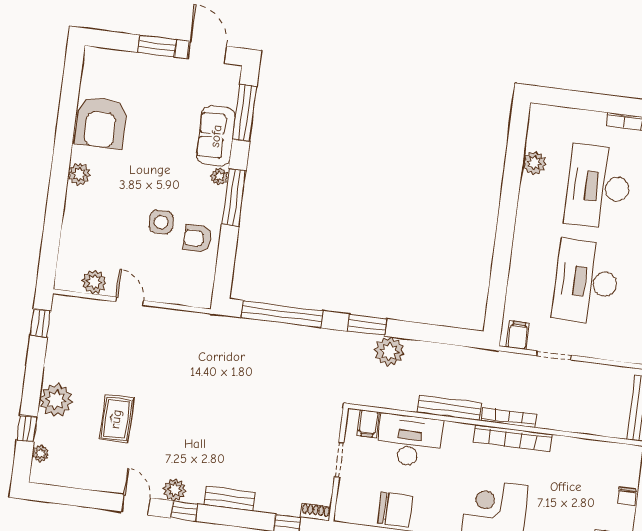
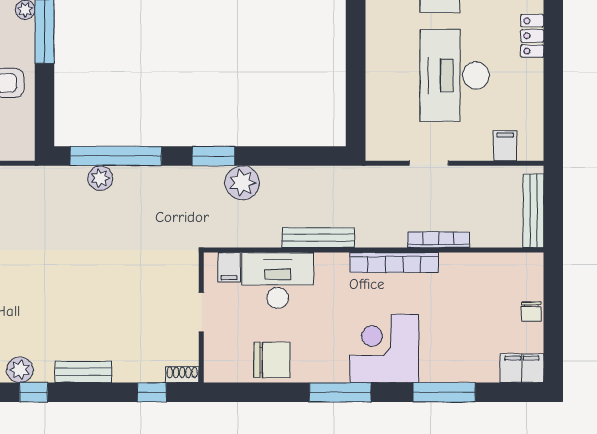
plant: (266, 332) -> (100, 178), added
filing cabinet: (518, 335) -> (505, 146), moved
bookcase: (509, 417) -> (439, 240), moved

